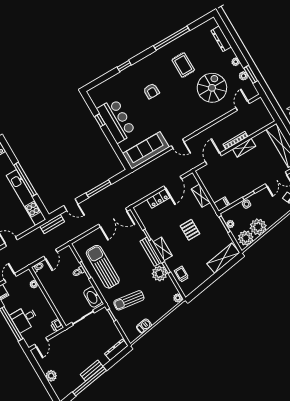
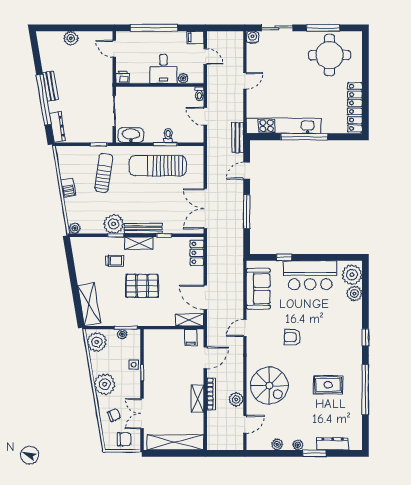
window: (124, 66) -> (365, 337), moved
window: (251, 74) -> (314, 453), moved
plant: (111, 84) -> (354, 293), added
spiral stairs: (212, 88) -> (269, 386), moved
armchair: (151, 91) -> (292, 337), moved
plant: (99, 93) -> (352, 275), added
door: (243, 106) -> (245, 424), hinge flipped
window: (100, 120) -> (284, 257), moved
plant: (229, 121) -> (236, 400), added
sofa: (146, 150) -> (258, 289), width x0.73
door: (213, 159) -> (205, 358), hinge flipped
shelving: (201, 196) -> (189, 320), moved
locker: (158, 199) -> (197, 253), moved
filing cabinet: (222, 204) -> (191, 337), moved
plant: (258, 227) -> (105, 384), moved
pallet: (190, 230) -> (142, 286), width x1.50, depth x1.42
sun lounger: (103, 267) -> (158, 166), turned 180
trolley: (181, 274) -> (115, 261), moved
desk: (24, 319) -> (164, 69), moved, turned 180
barbecue: (144, 326) -> (68, 188), moved
window: (90, 381) -> (44, 100), moved

